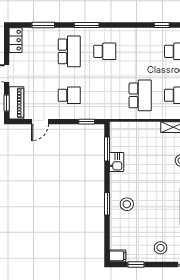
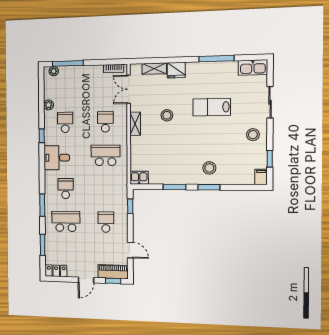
desk: (138, 42) -> (57, 158), added
window: (107, 149) -> (174, 187), moved
kitchen sink: (117, 162) -> (139, 178), moved

